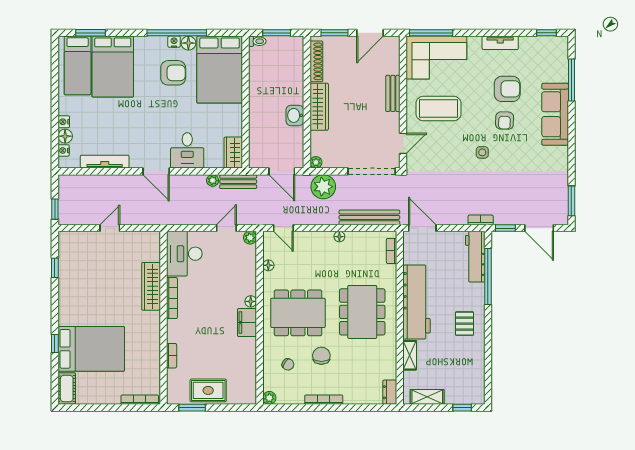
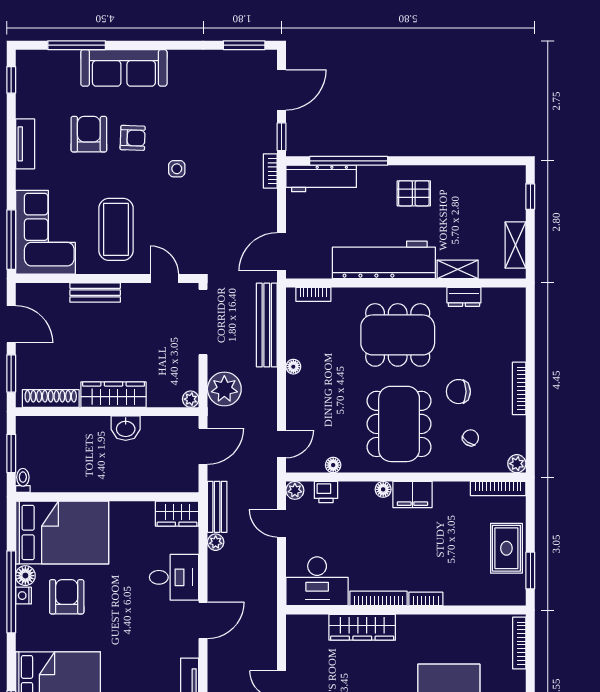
printer: (249, 260) -> (326, 492), added
bookcase: (172, 356) -> (426, 599), moved
bookcase: (251, 384) -> (498, 489), added
dresser: (390, 392) -> (464, 297), moved

